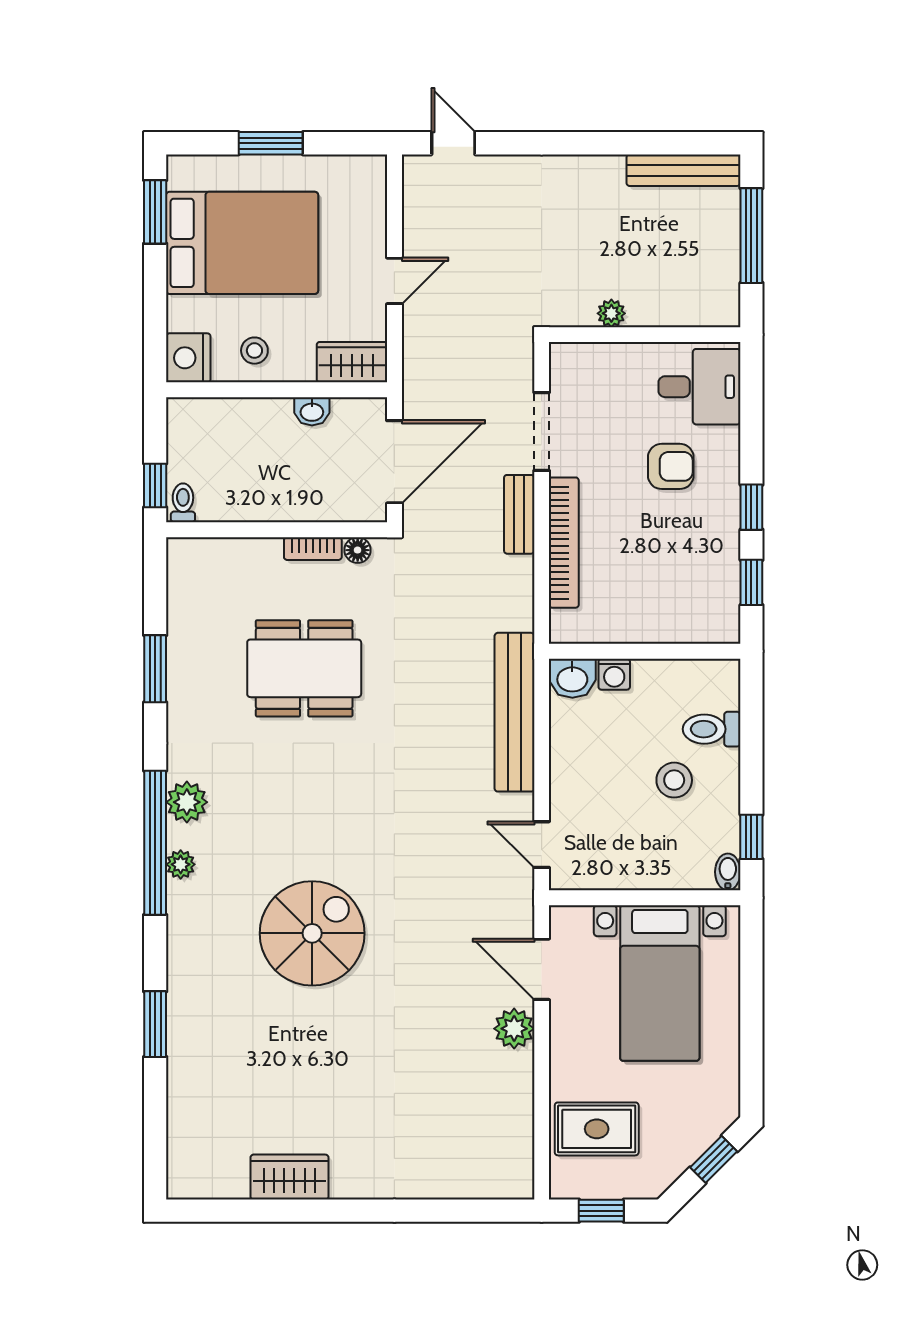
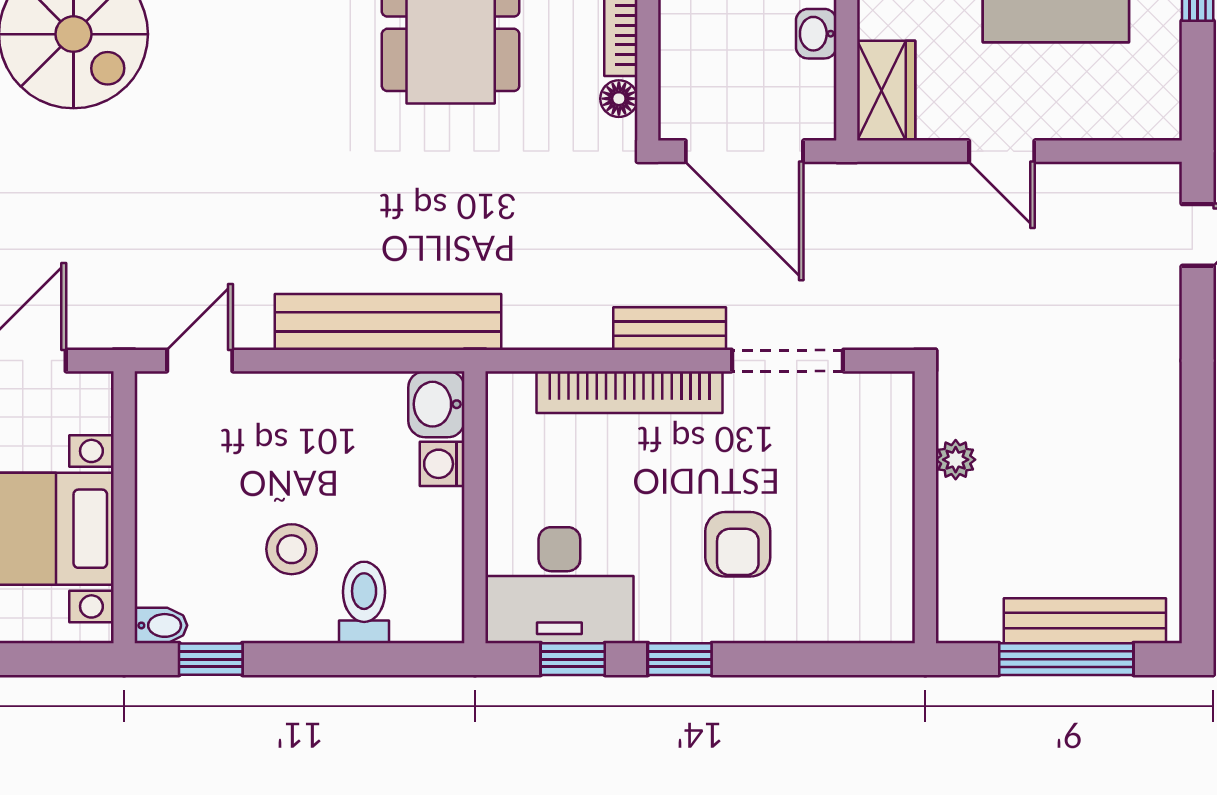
bench: (683, 170) -> (1085, 621), moved, turned 90
desk: (700, 387) -> (559, 585), moved, width x1.37

